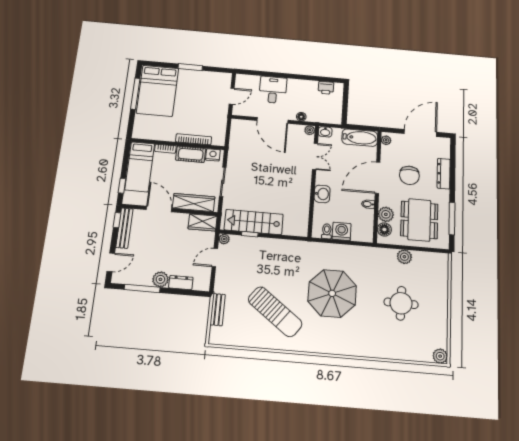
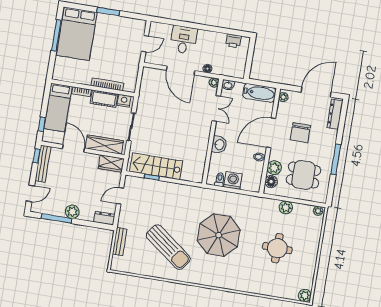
dresser: (444, 174) -> (335, 114), moved
window: (452, 219) -> (336, 159), moved
dining table: (419, 220) -> (303, 175), width x0.73
plant: (224, 239) -> (318, 211), moved
dresser: (181, 283) -> (104, 218), moved

